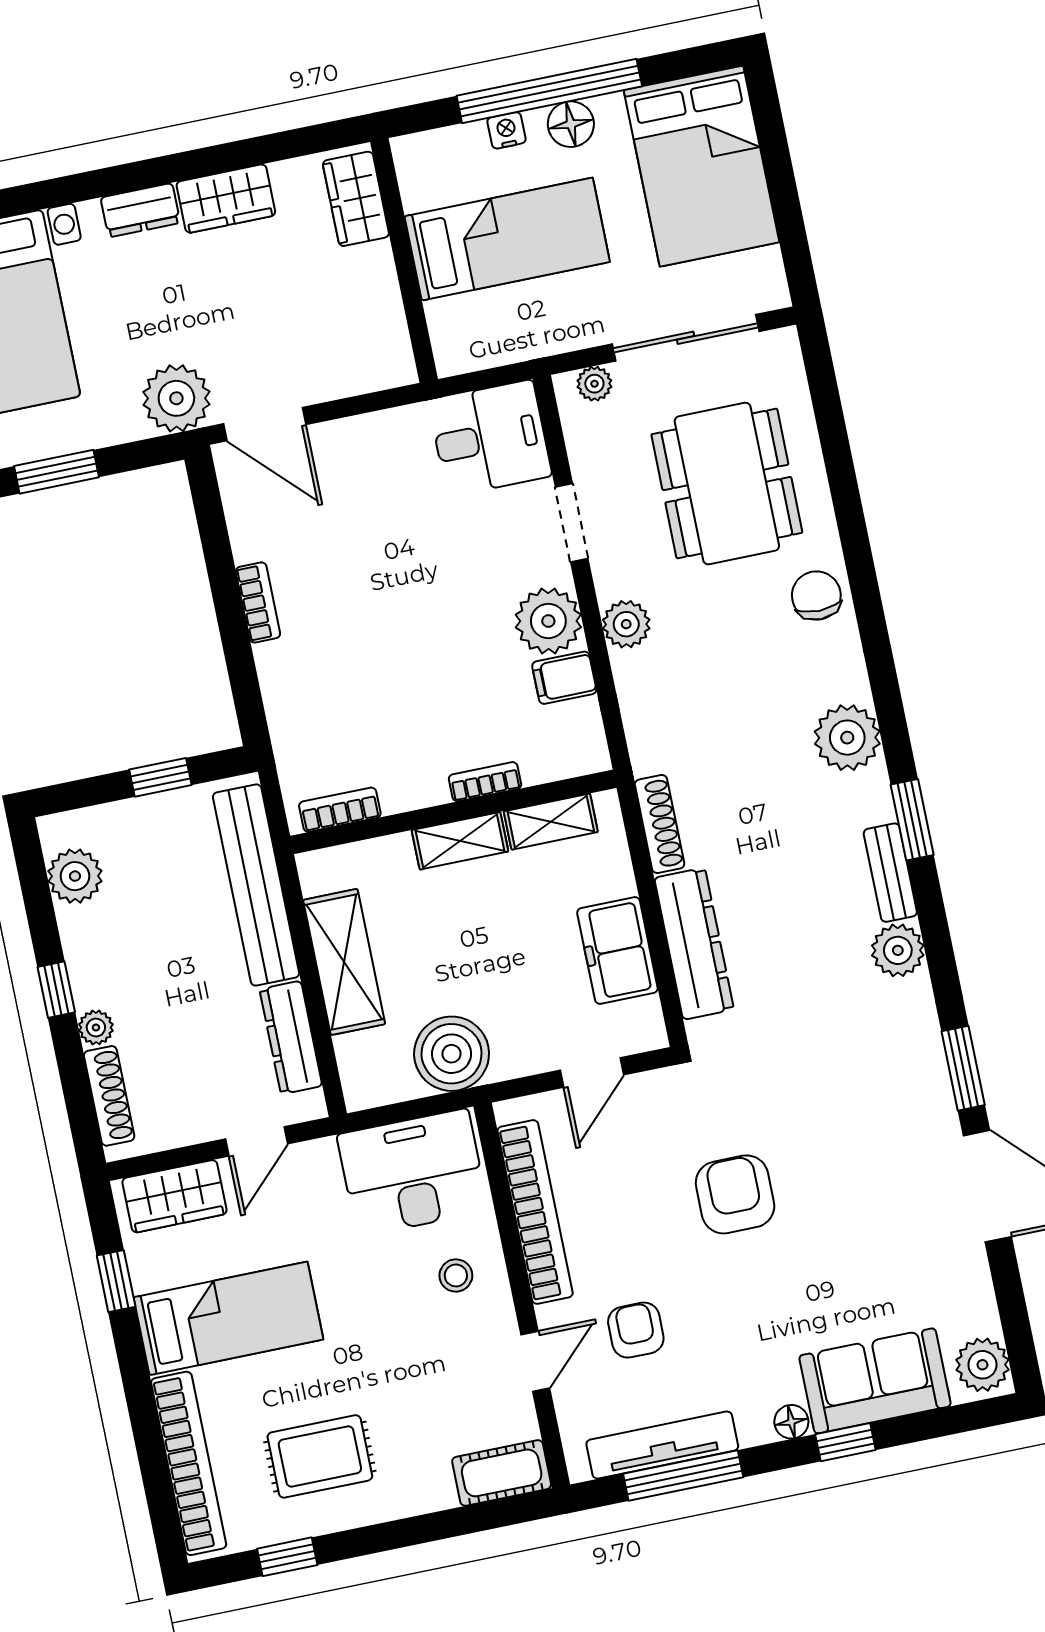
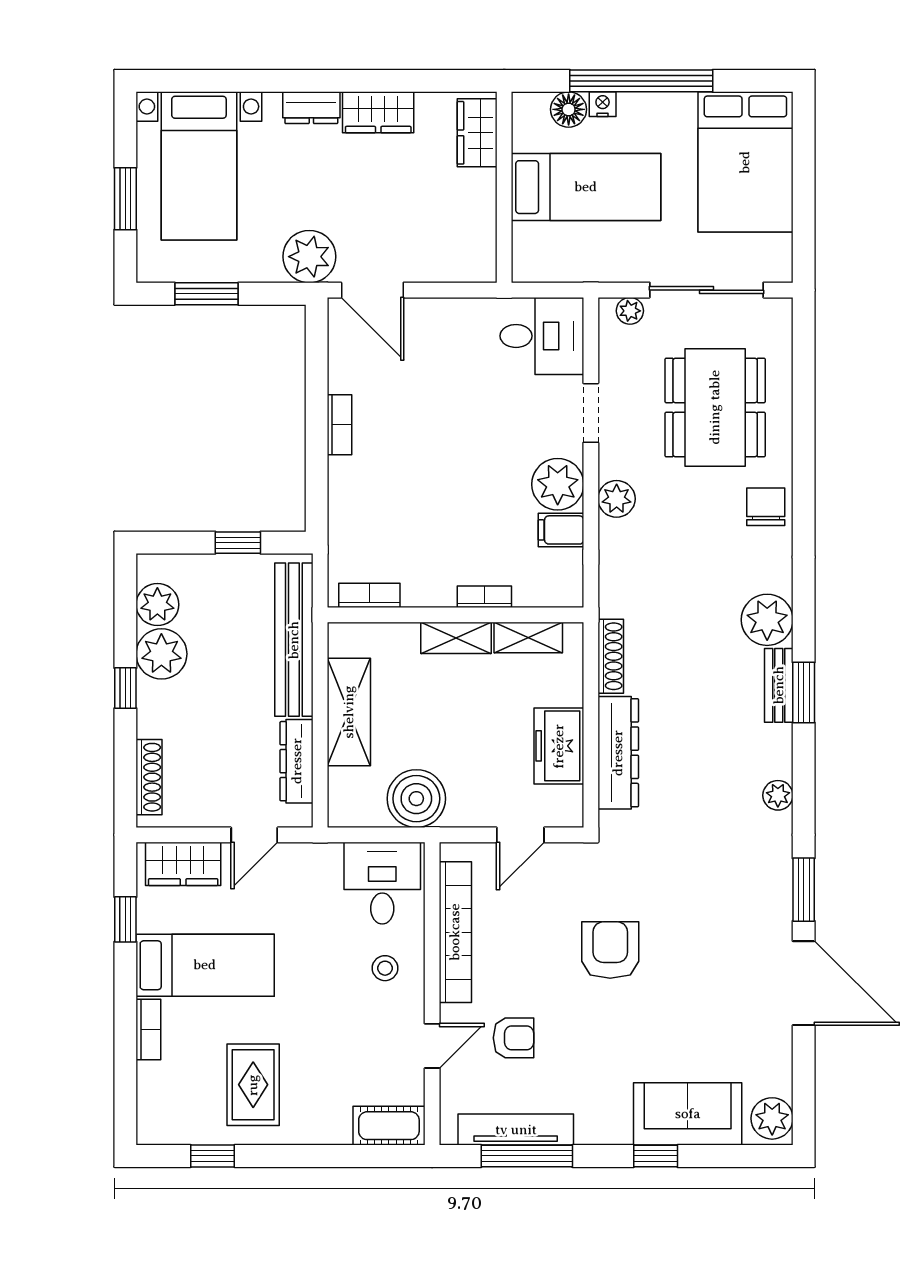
floor lamp: (571, 124) -> (569, 109), moved
bench: (890, 873) -> (779, 685), moved
plant: (898, 950) -> (778, 795), width x0.73, depth x0.73
plant: (96, 1027) -> (161, 654), moved, width x1.88, depth x1.88
desk: (413, 1173) -> (382, 883), width x0.73
armchair: (636, 1330) -> (514, 1038), turned 90
floor lamp: (791, 1422) -> (618, 1132), removed
rug: (320, 1456) -> (253, 1085), turned 90
bookcase: (189, 1463) -> (148, 1030), width x0.43, depth x0.76

